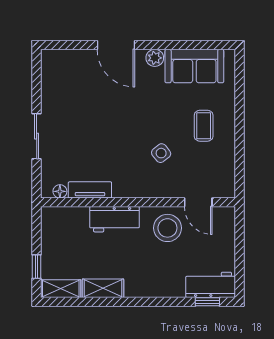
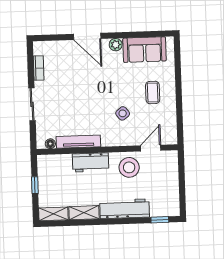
bookcase: (47, 86) -> (39, 68), added
tv unit: (90, 190) -> (78, 142), width x1.41
door: (198, 202) -> (151, 148), swing flipped
window: (37, 267) -> (35, 185), moved
workbench: (211, 285) -> (125, 209), moved, width x1.38

